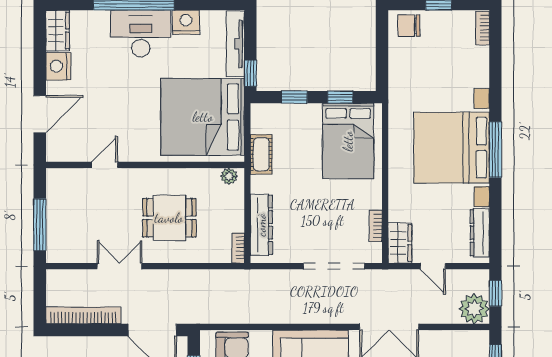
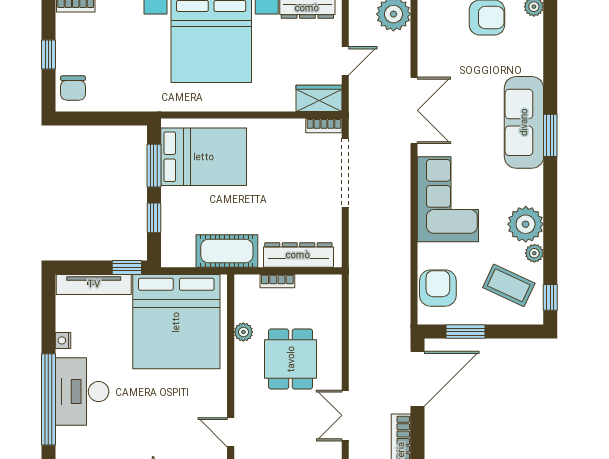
nightstand: (186, 22) -> (63, 340), width x0.53, depth x0.56
window: (340, 97) -> (154, 166), width x1.50
cot: (261, 154) -> (227, 251), width x1.37, depth x1.34
plant: (229, 176) -> (243, 332), moved
bookcase: (376, 226) -> (324, 126), moved
bookcase: (238, 248) -> (277, 281), moved

